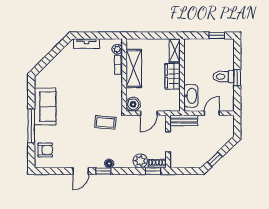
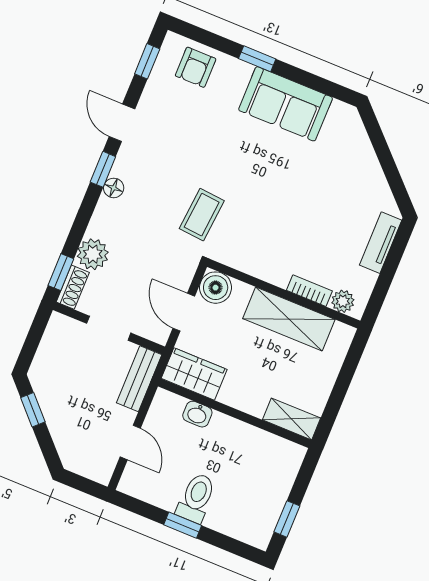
wardrobe: (173, 76) -> (194, 374), moved
washbasin: (191, 96) -> (197, 414), width x0.52, depth x0.69
window: (31, 126) -> (257, 59), width x0.46
window: (51, 171) -> (147, 61), added

